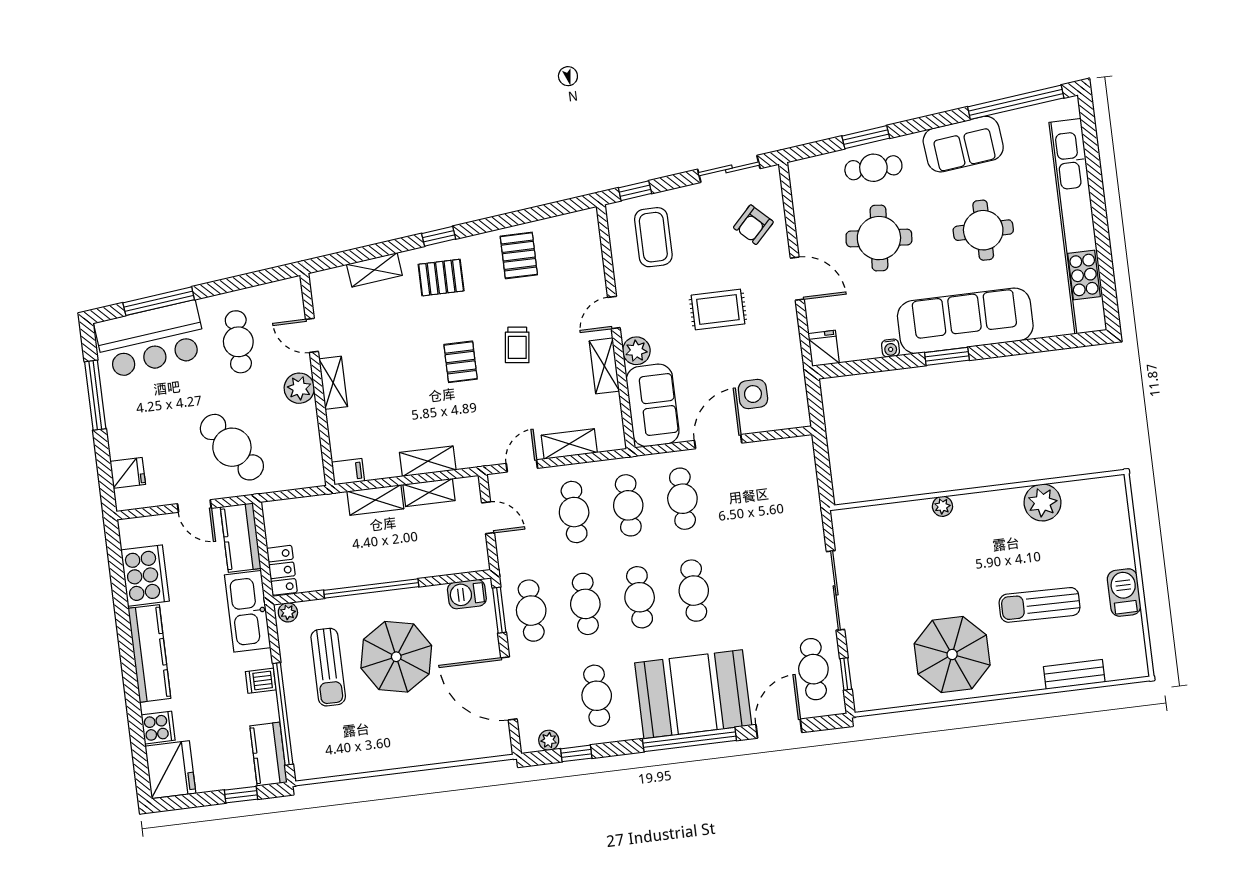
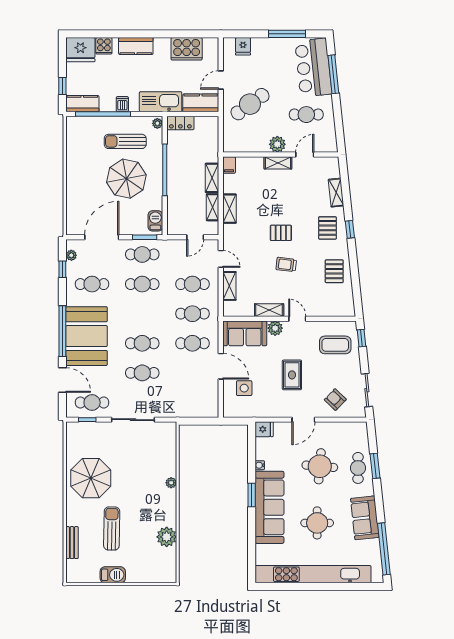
pallet: (519, 255) -> (334, 271), turned 90
cafe table: (640, 597) -> (142, 373), moved
kitchen counter: (149, 653) -> (136, 46), width x0.67

